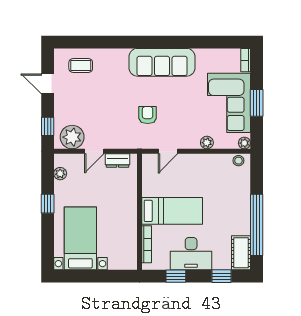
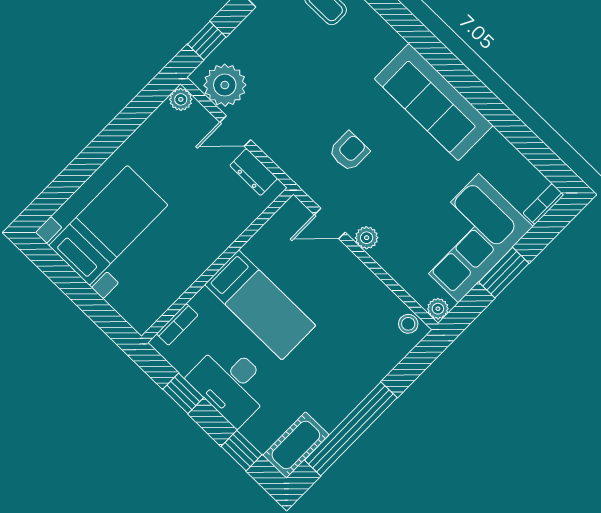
plant: (207, 143) -> (367, 238), moved
plant: (60, 174) -> (181, 99), moved
window: (48, 204) -> (110, 139), removed
bookcase: (147, 244) -> (177, 324), width x0.64

